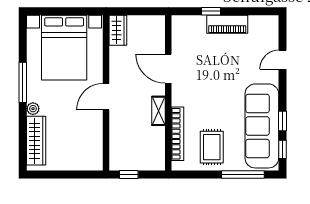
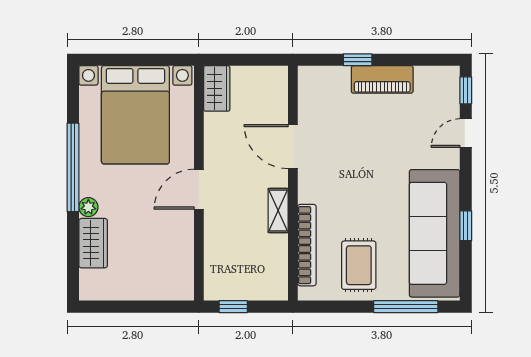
window: (23, 82) -> (73, 167), width x1.46
wardrobe: (36, 141) -> (93, 243), width x0.67
window: (282, 149) -> (466, 90), moved

